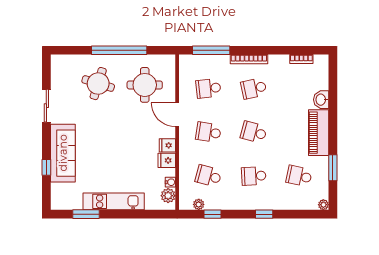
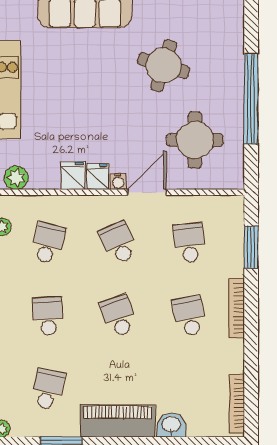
window: (211, 50) -> (251, 247), width x0.69
bookcase: (301, 59) -> (237, 404), width x1.56
round table: (98, 84) -> (163, 66), moved
school desk: (208, 132) -> (119, 243), turned -33
school desk: (254, 132) -> (119, 316), turned -33
water cooler: (170, 182) -> (118, 182), moved

